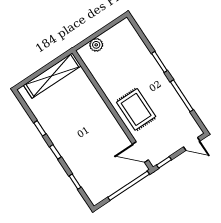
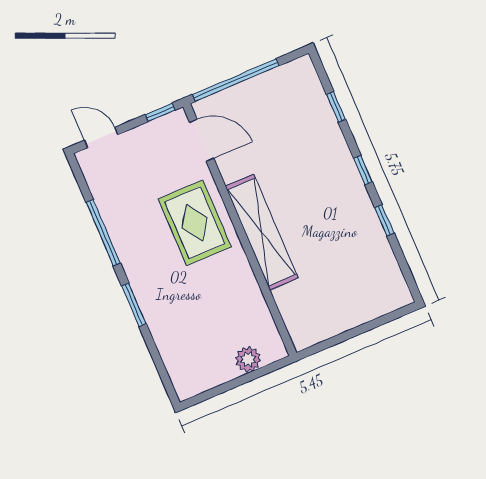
shelving: (52, 76) -> (262, 232), moved, turned 90

